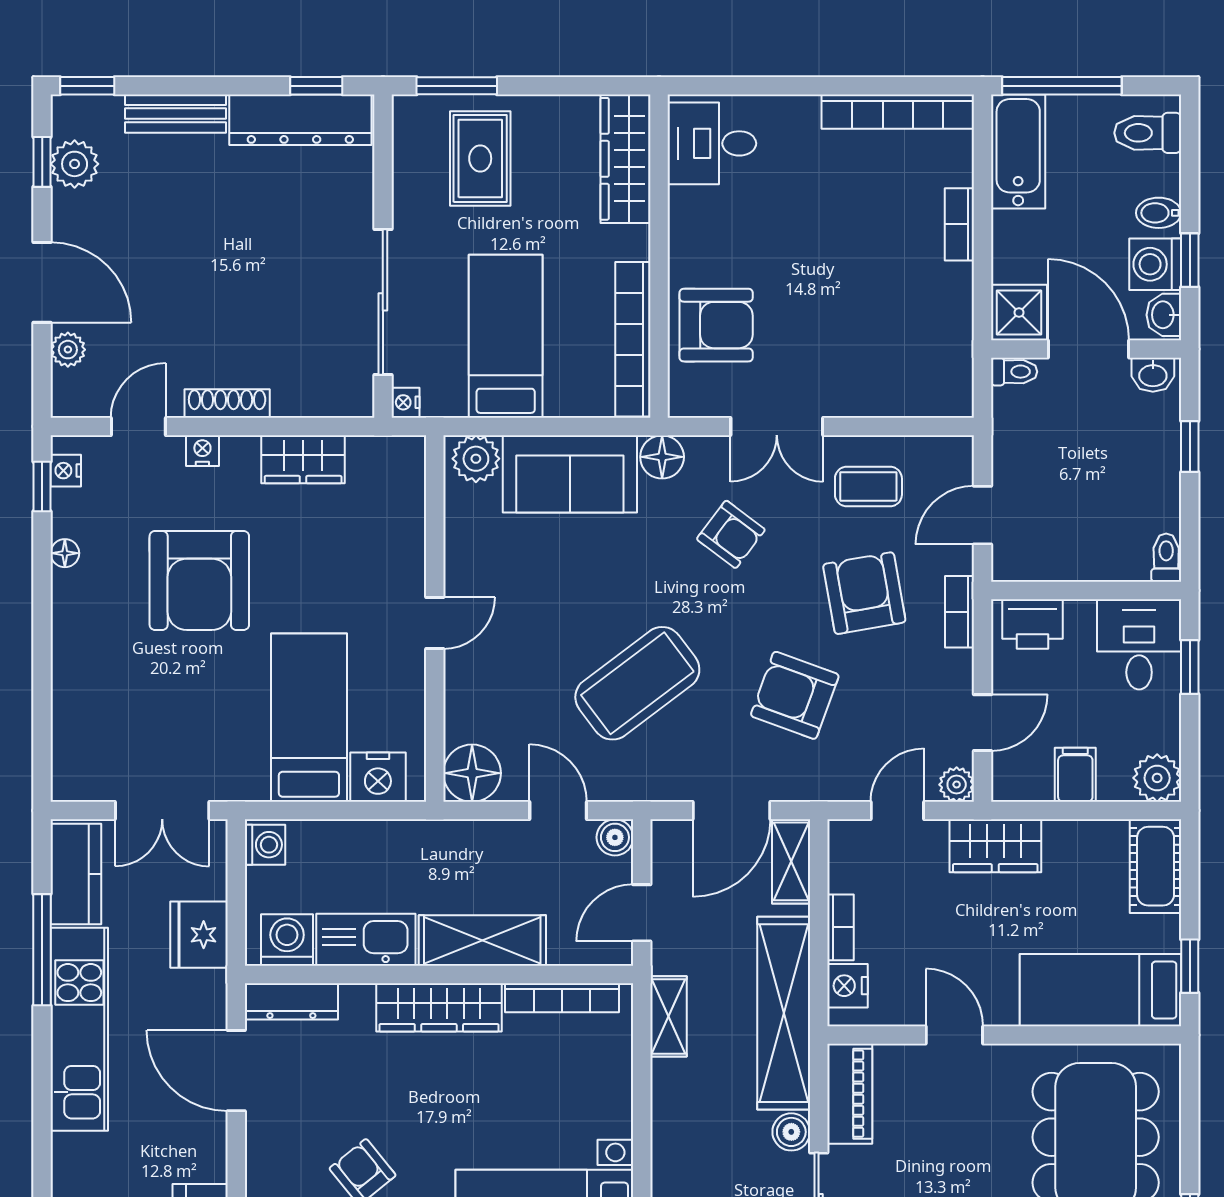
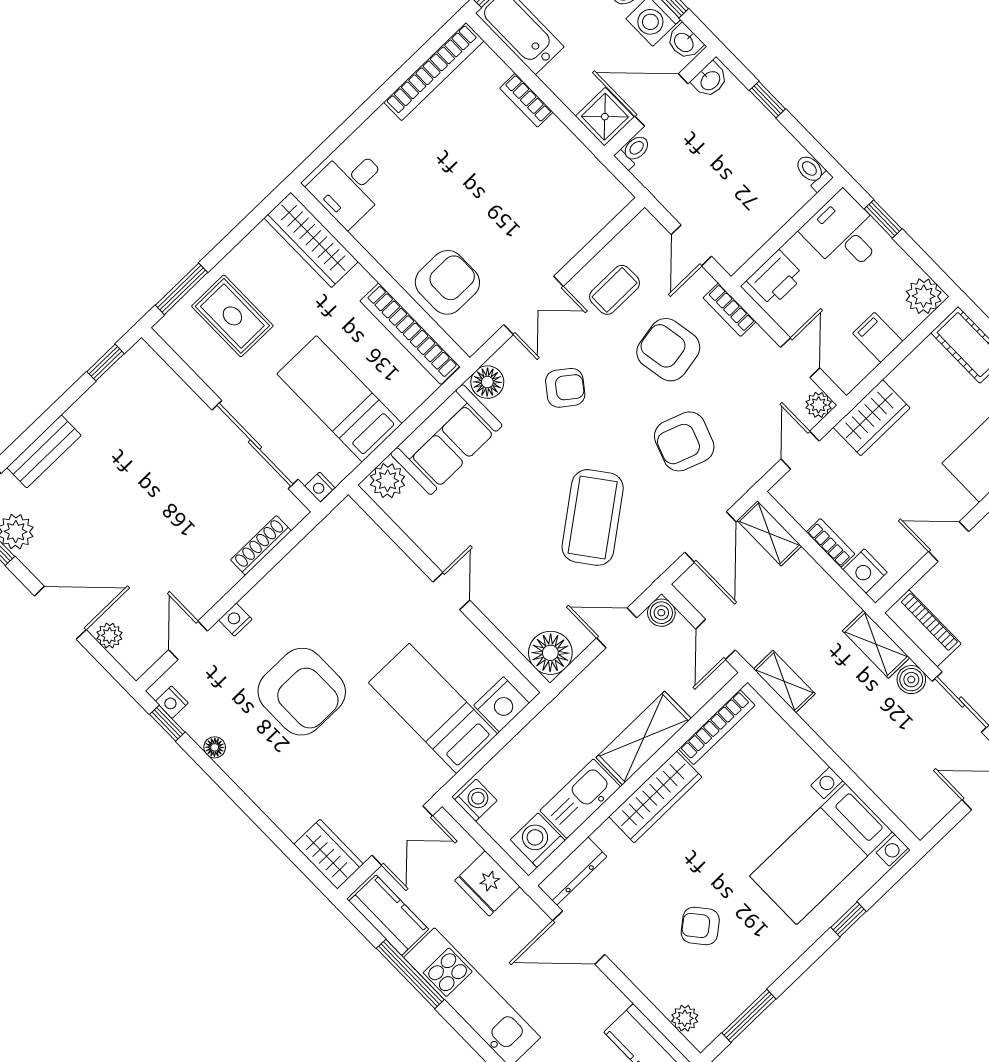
dresser: (300, 120) -> (115, 389), removed
shoe rack: (227, 403) -> (261, 545), moved
wardrobe: (303, 459) -> (329, 854), moved, turned -90
shelving: (784, 1013) -> (876, 644), width x0.45, depth x0.75

